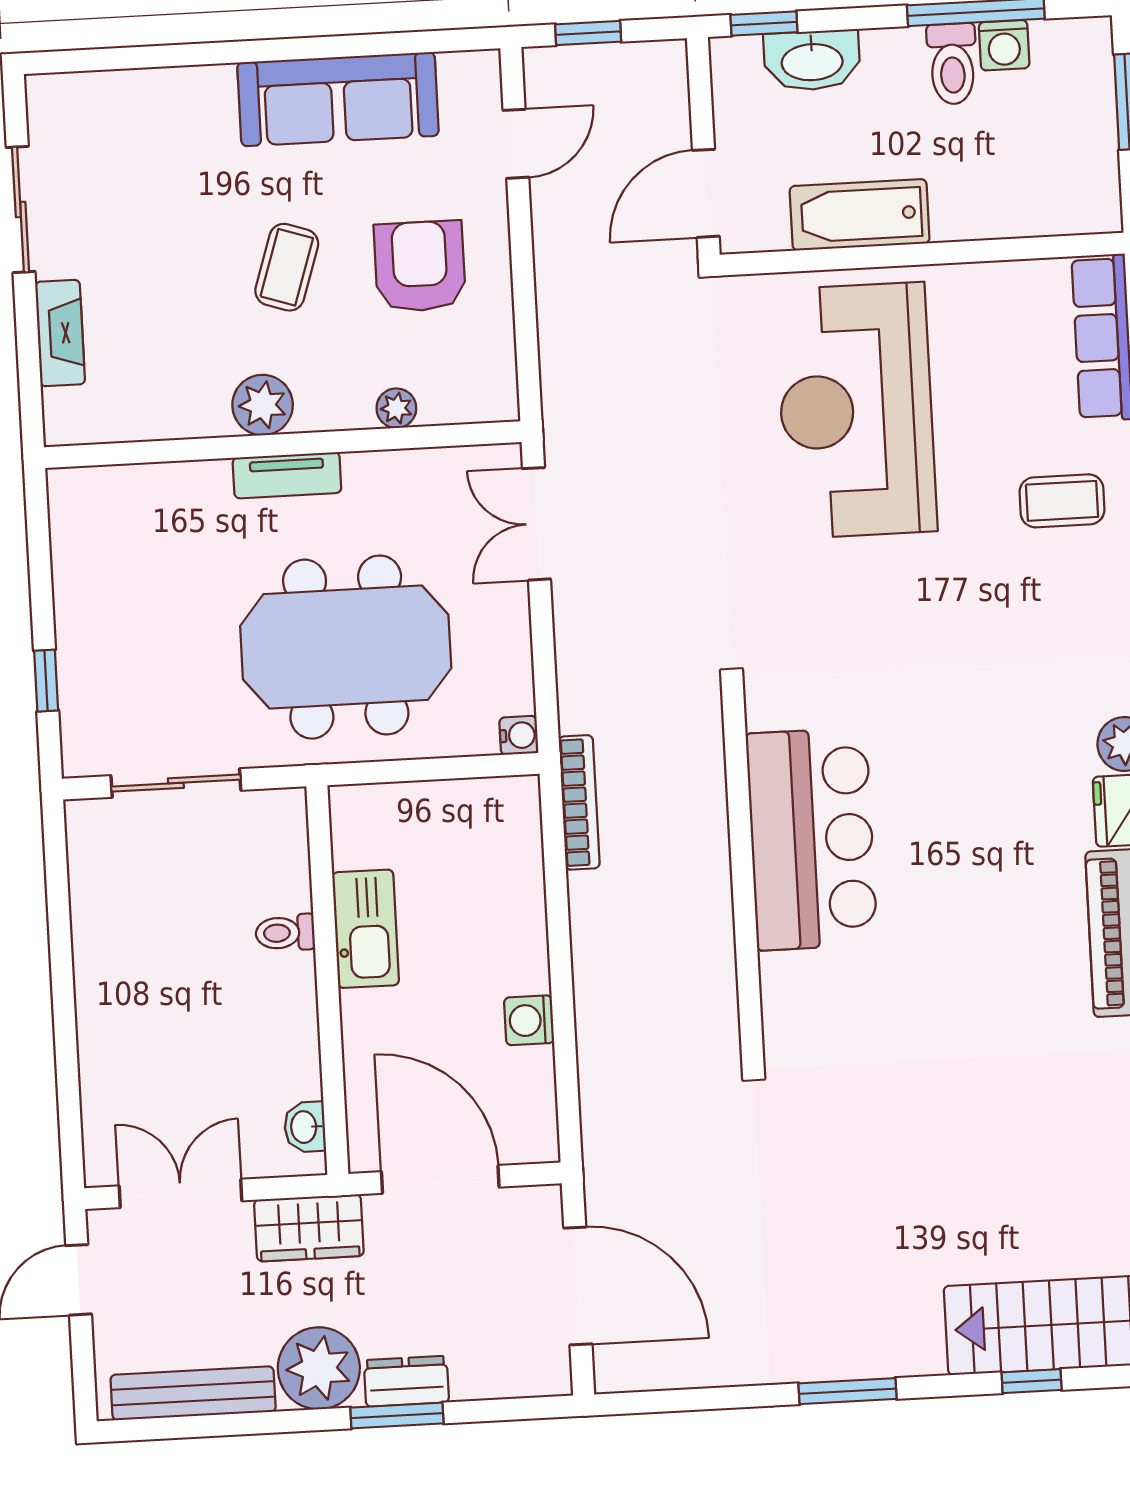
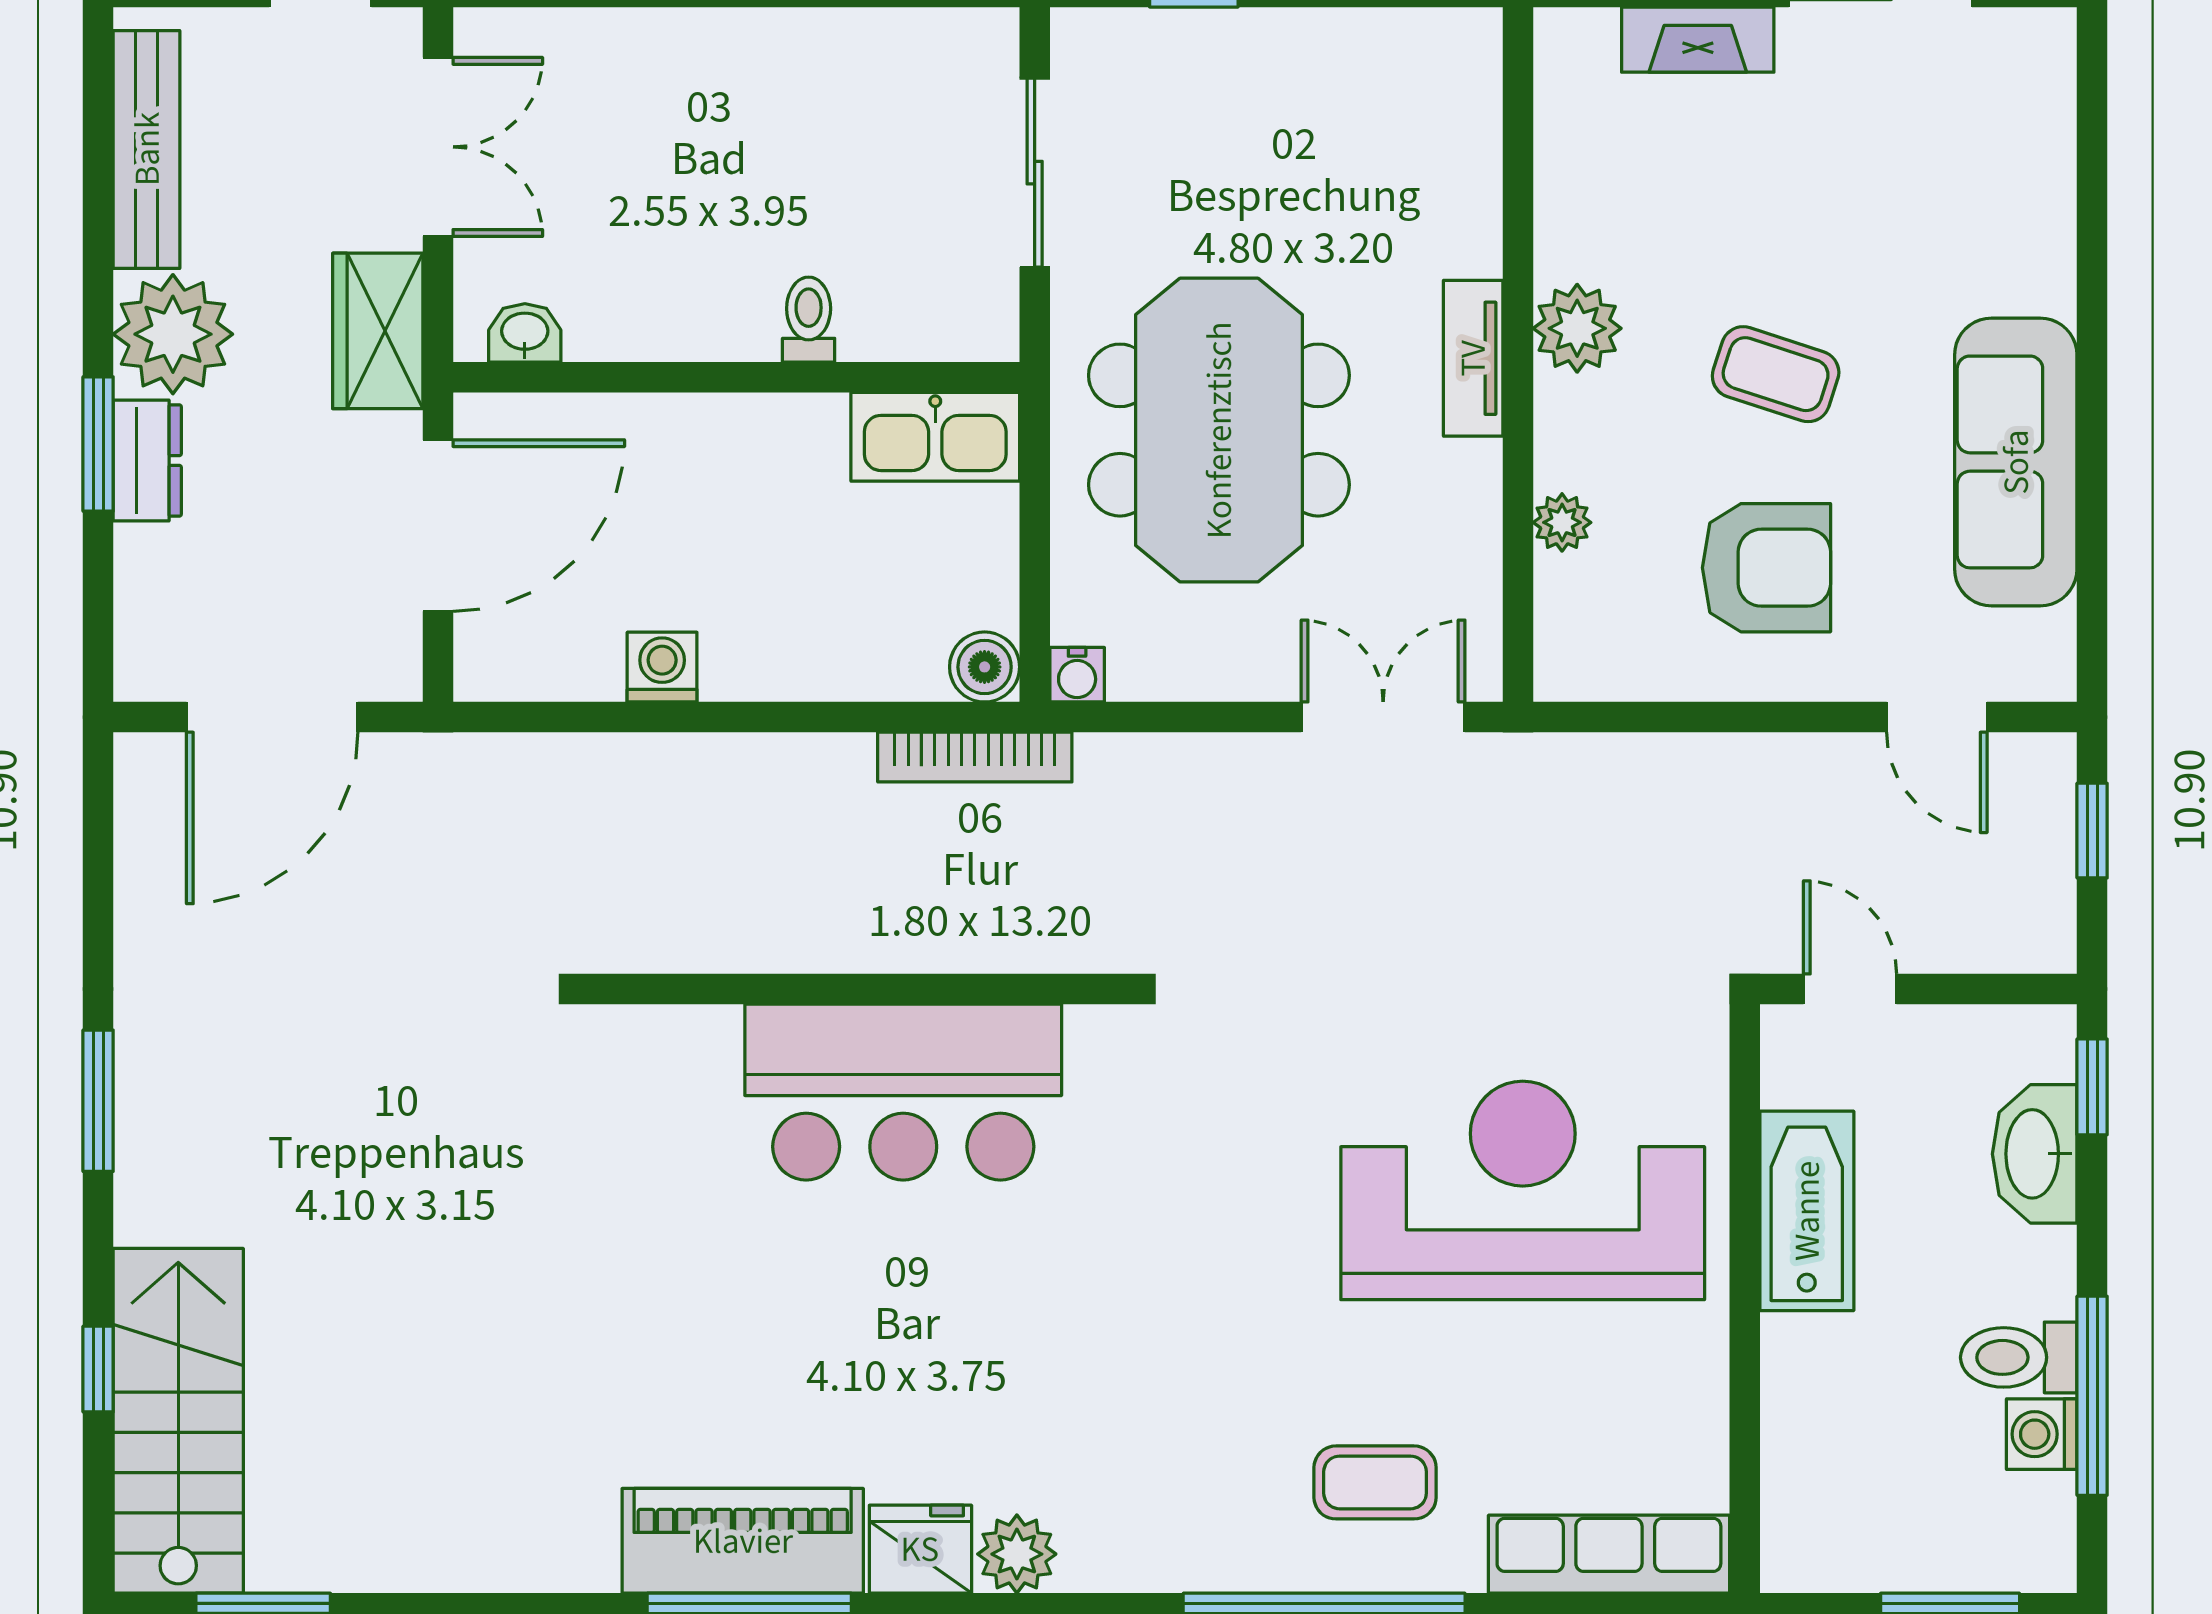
door: (706, 193) -> (1850, 989), width x0.73
coffee table: (1062, 501) -> (1375, 1482), turned 90
boiler: (517, 799) -> (985, 667), added
kitchen sink: (366, 929) -> (935, 437), moved

